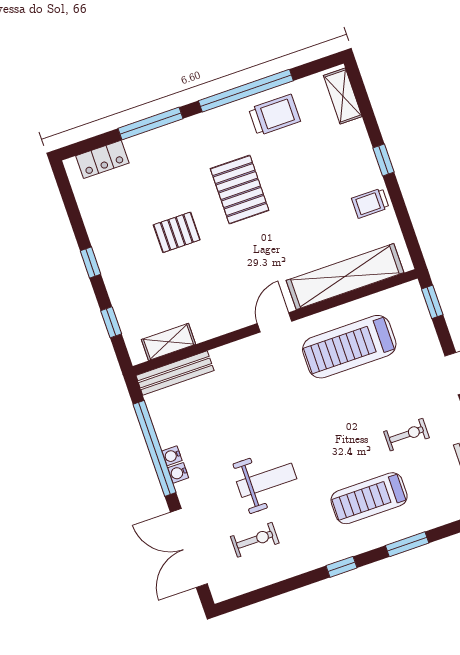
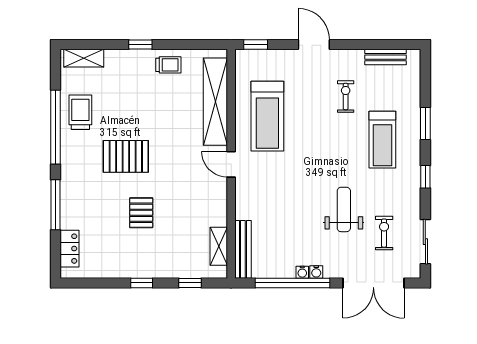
trolley: (370, 203) -> (168, 65), turned -90
sliding door: (262, 594) -> (425, 242), added

